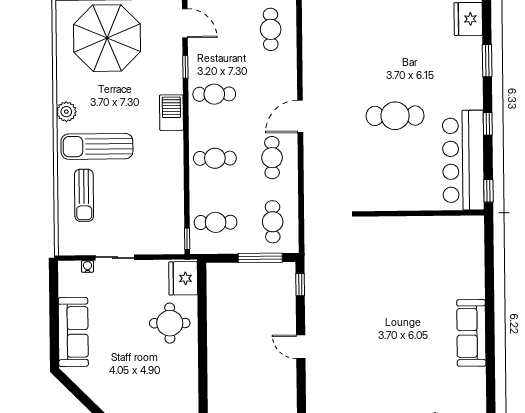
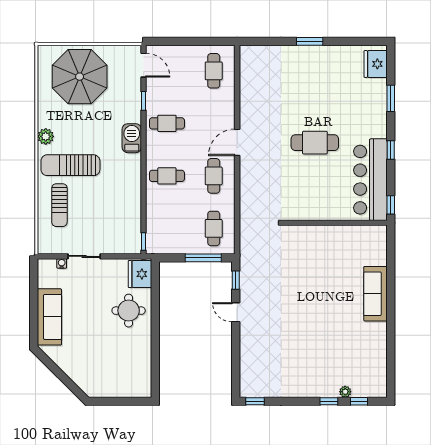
cafe table: (216, 222) -> (167, 228), removed
sofa: (471, 333) -> (375, 294), moved
door: (301, 347) -> (236, 312), moved

